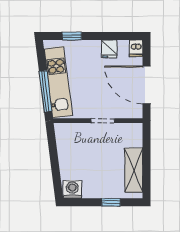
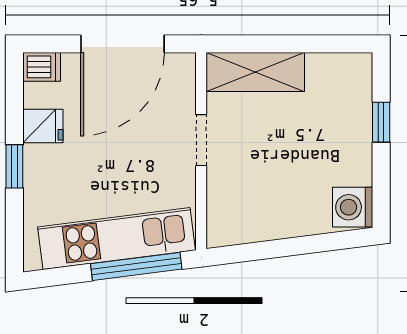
window: (72, 36) -> (14, 166), moved
shelving: (134, 170) -> (255, 72), moved

